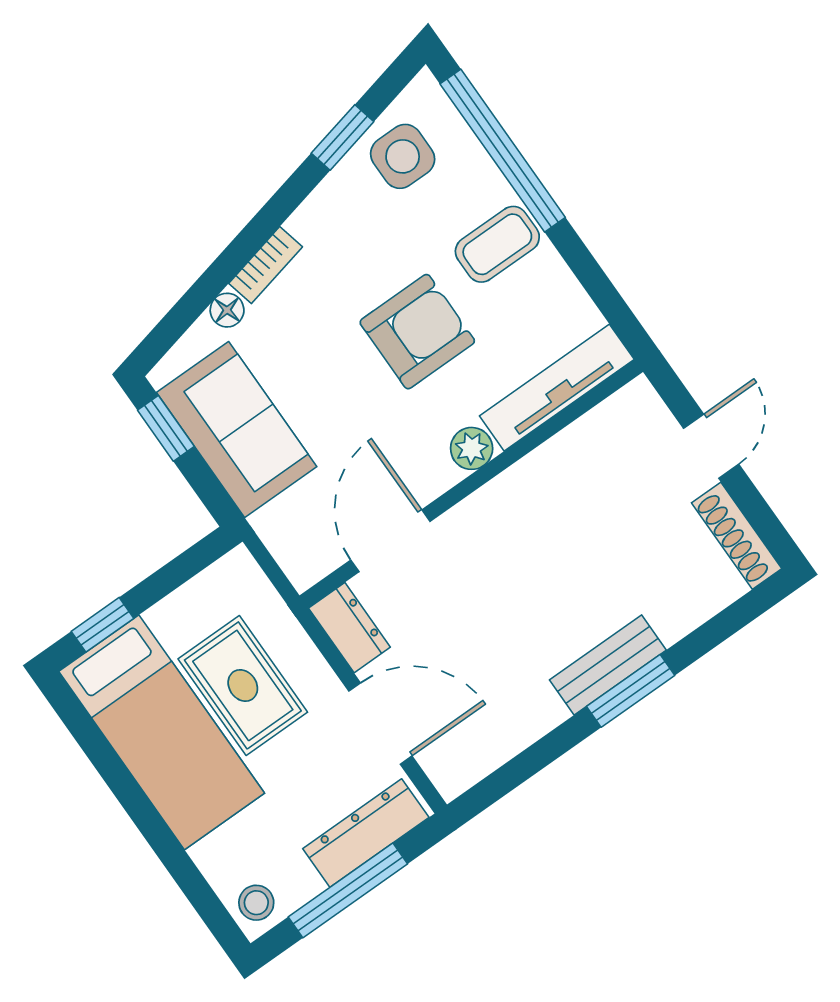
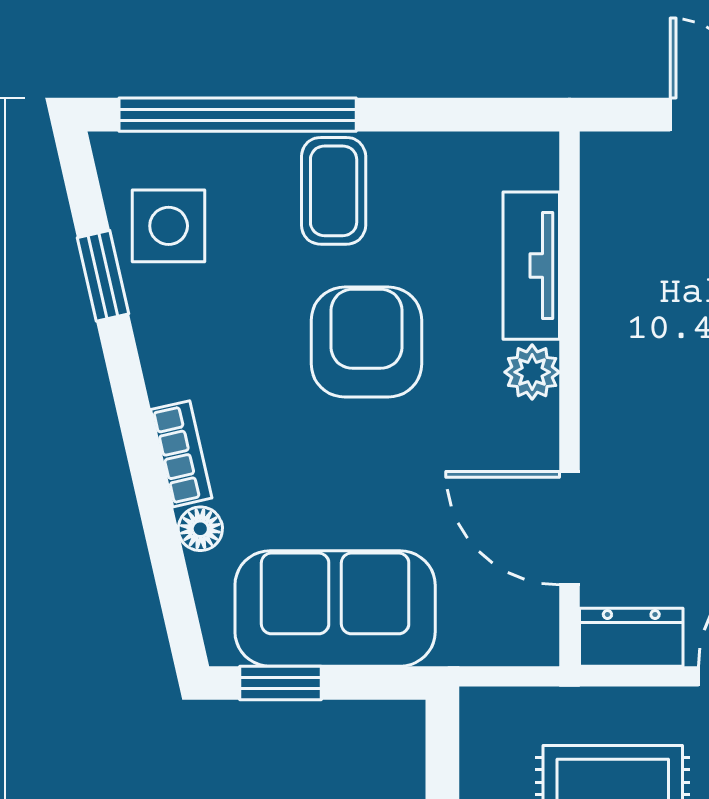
tv unit: (557, 388) -> (531, 266), width x0.71

